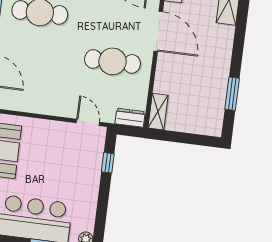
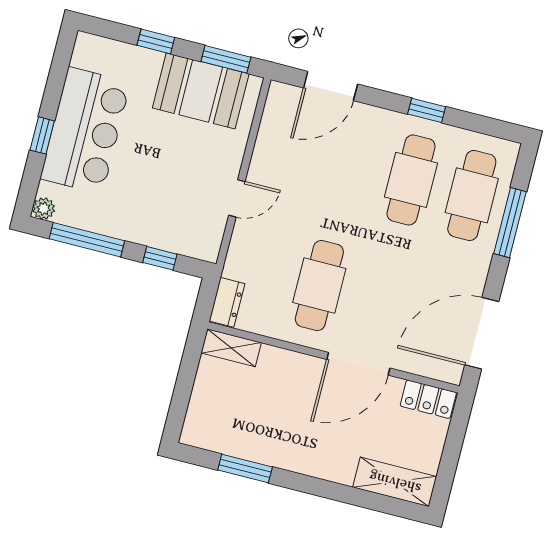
door: (88, 122) -> (237, 198), moved
window: (102, 210) -> (87, 240), added

